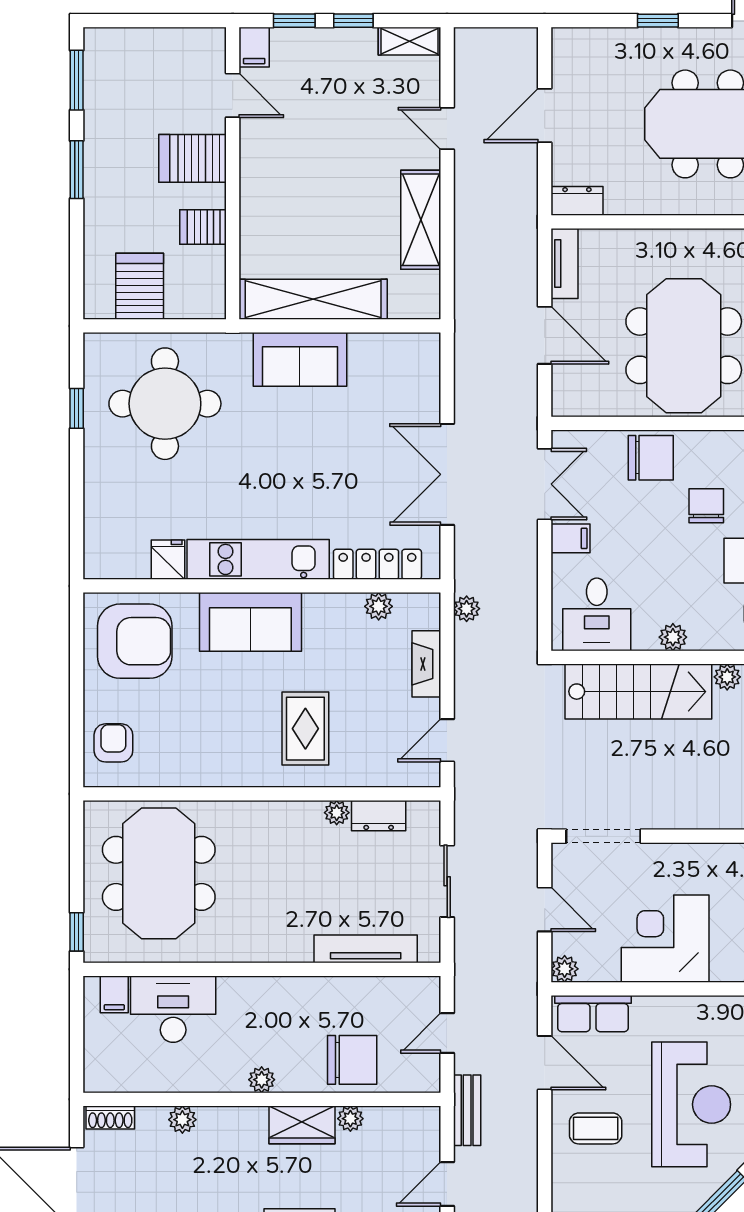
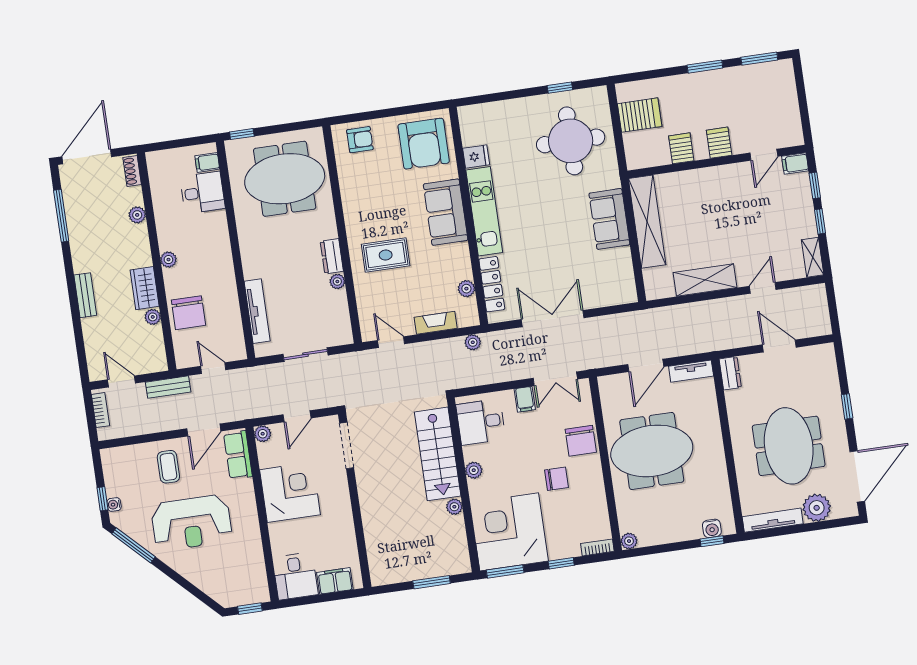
server rack: (193, 158) -> (719, 143), width x0.73, depth x0.70
dresser: (379, 816) -> (332, 256), moved
desk: (173, 1009) -> (202, 193), width x0.73

